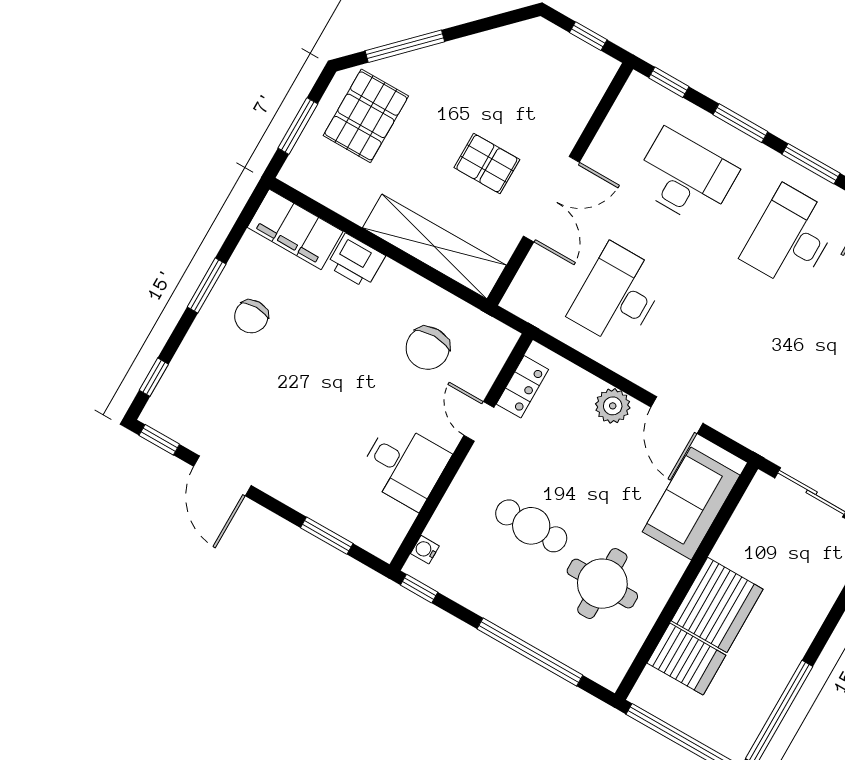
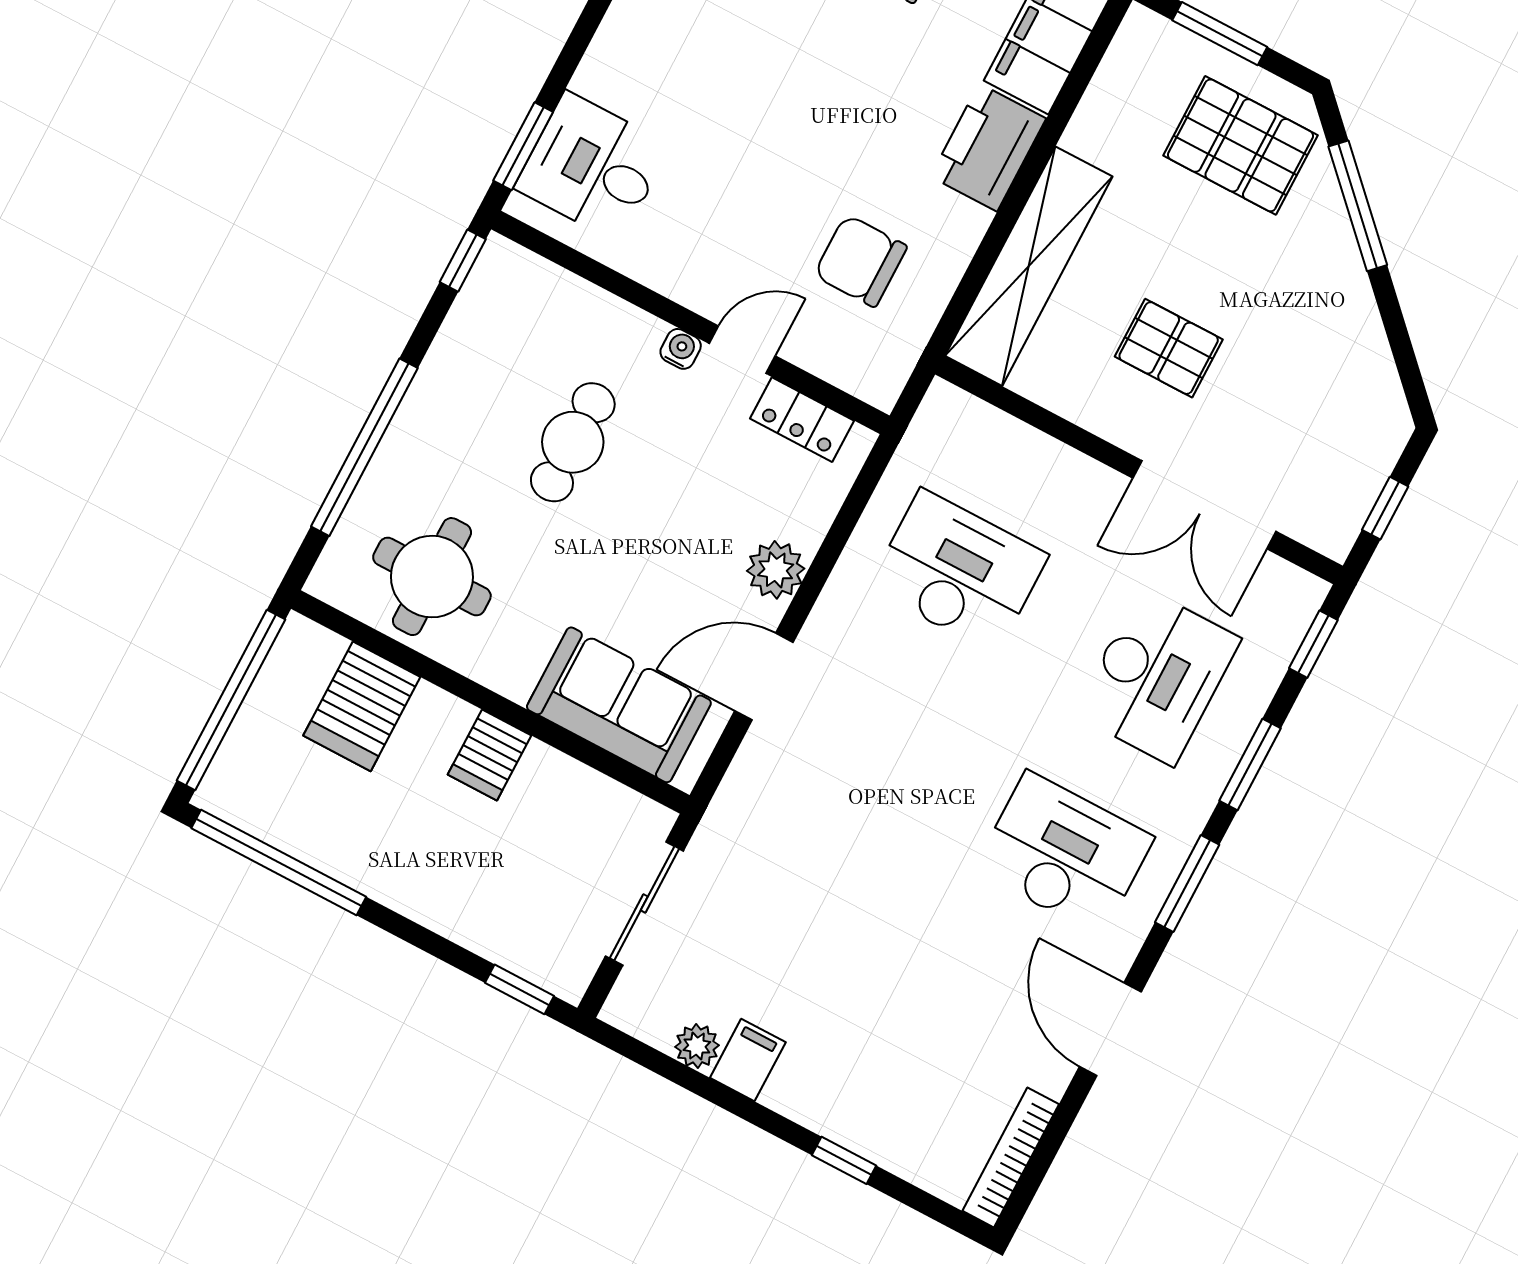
pallet: (487, 164) -> (1169, 348), turned 90
double door: (551, 199) -> (1204, 505), moved
printer: (356, 261) -> (988, 147), width x1.37, depth x1.19
desk: (404, 465) -> (593, 167), moved, turned 90
window: (327, 536) -> (523, 146), moved
water cooler: (425, 550) -> (681, 349), moved
round table: (602, 584) -> (432, 577), moved
server rack: (717, 605) -> (489, 755), width x0.46, depth x0.70

